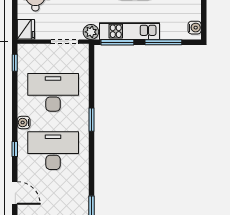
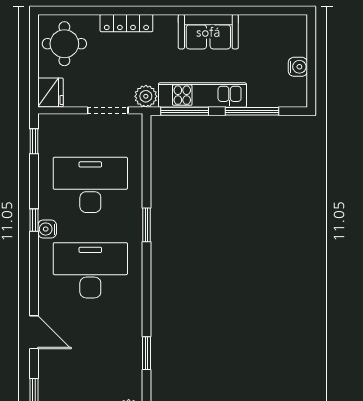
water cooler: (195, 28) -> (298, 67), moved
window: (15, 149) -> (34, 220), moved

